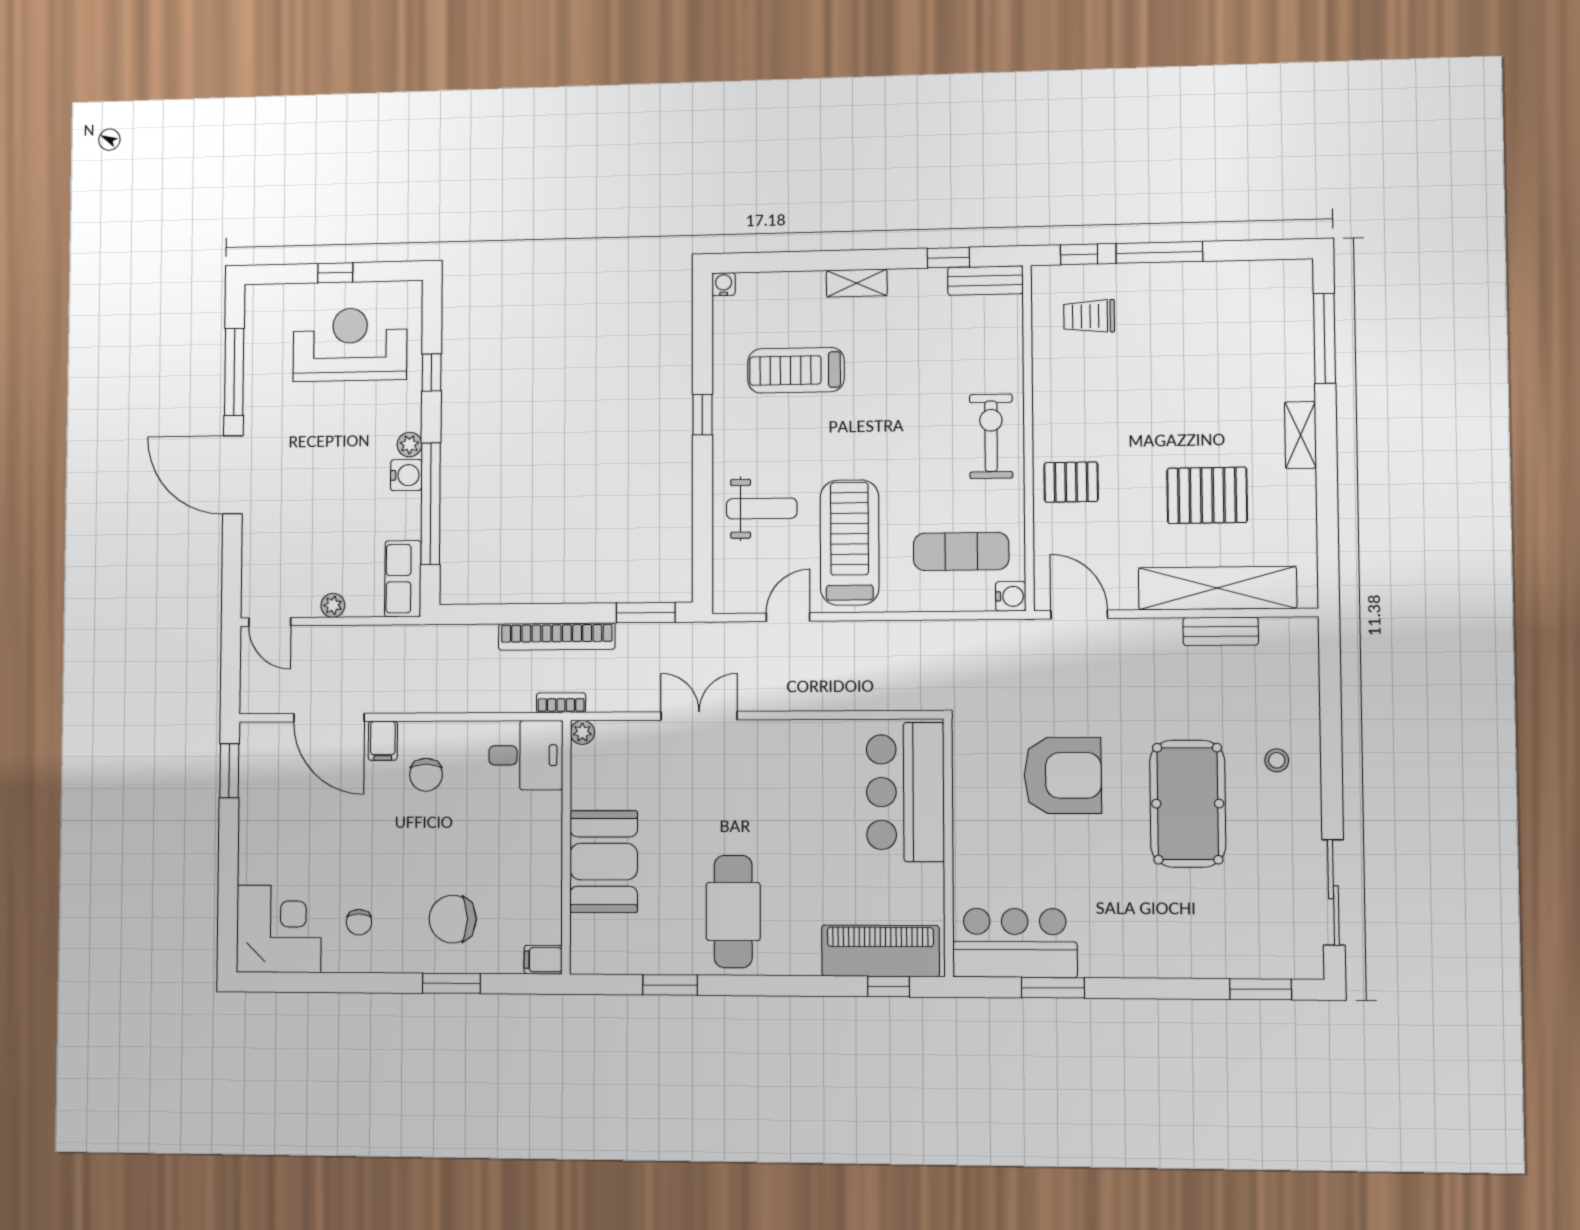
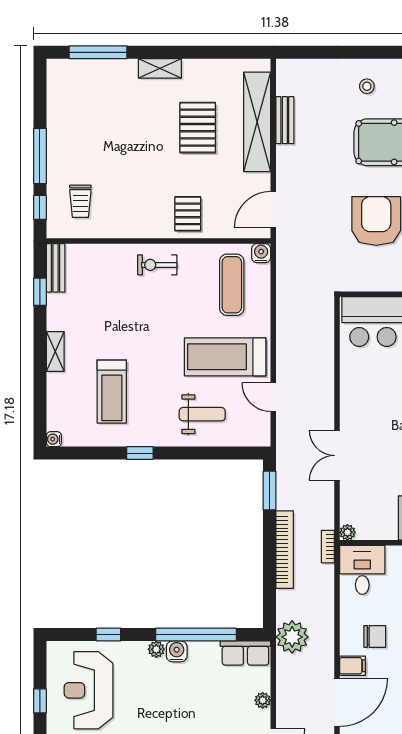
exercise bike: (991, 436) -> (157, 265), width x0.73, depth x0.72
weight bench: (762, 509) -> (202, 414), turned 90
plant: (426, 649) -> (292, 637), added

